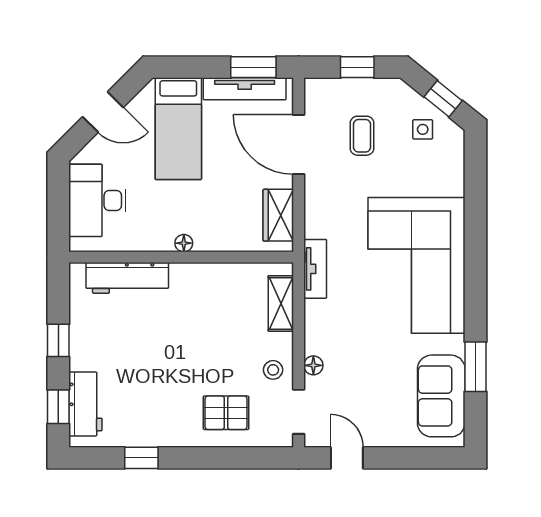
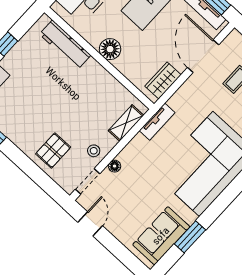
floor lamp: (184, 243) -> (110, 49), width x1.89, depth x1.89
pallet: (226, 413) -> (53, 151), turned 90

